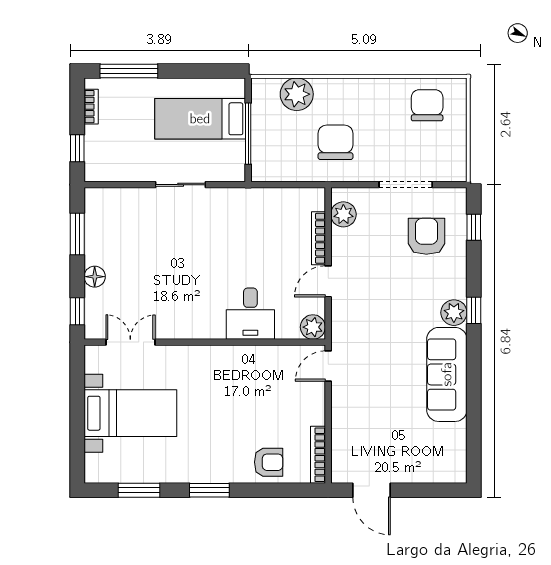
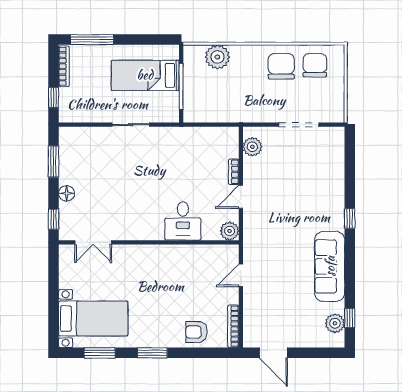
bookcase: (91, 107) -> (64, 66), width x1.56
chair: (335, 142) -> (281, 66), moved
window: (474, 227) -> (350, 318), moved
armchair: (426, 236) -> (314, 163), removed
bookcase: (318, 238) -> (234, 172), width x0.64
plant: (454, 313) -> (335, 323), moved
double door: (130, 342) -> (93, 242), swing flipped
door: (328, 366) -> (241, 275), moved
bed with nightstands: (130, 413) -> (93, 319), moved
armchair: (269, 462) -> (196, 332), turned 180

